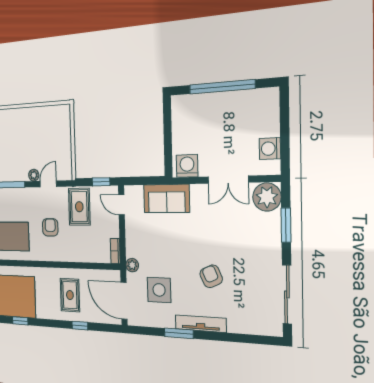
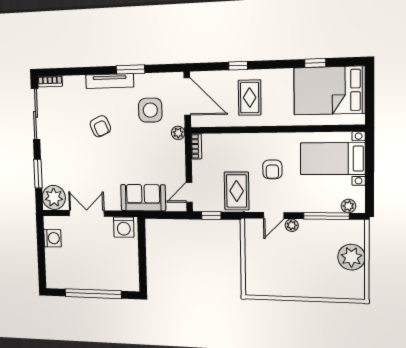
door: (121, 205) -> (189, 192), swing flipped
bookcase: (268, 330) -> (50, 81), added

